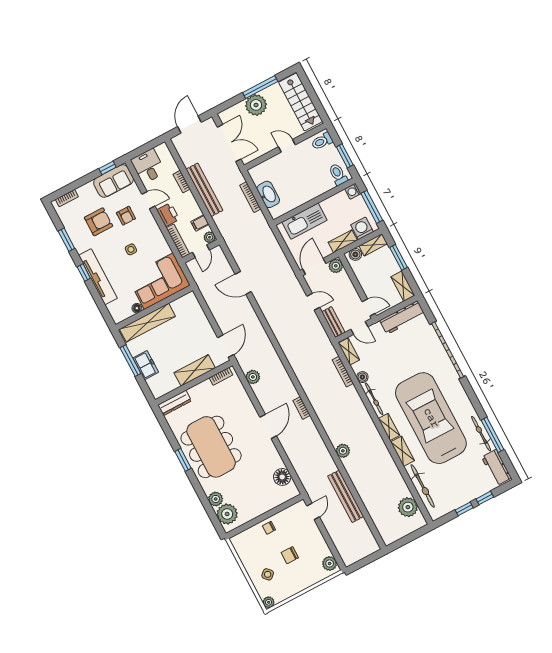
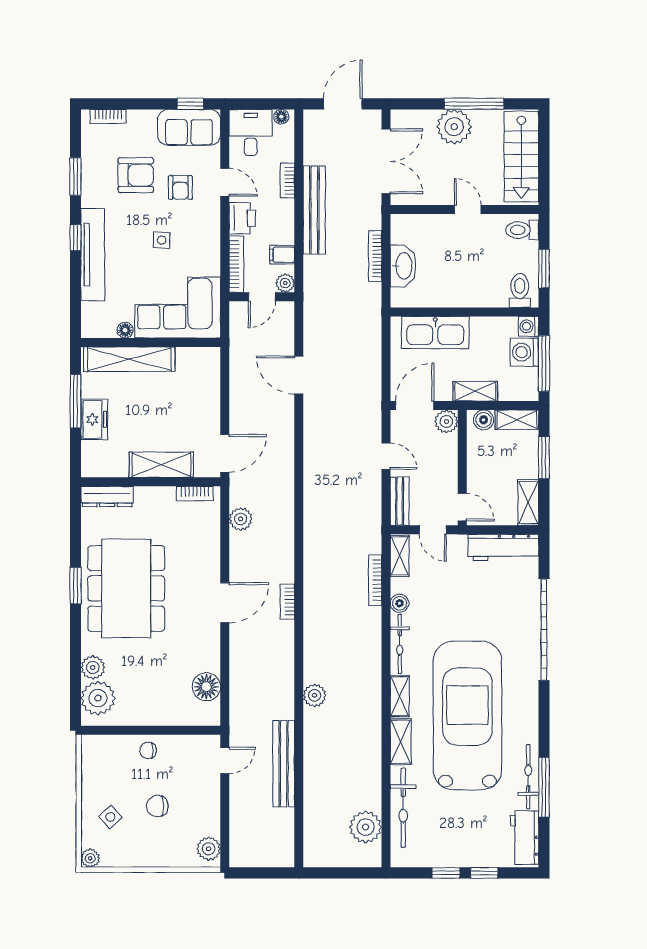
floor lamp: (160, 149) -> (281, 117), added
washing machine: (362, 228) -> (524, 352), moved, turned -90

